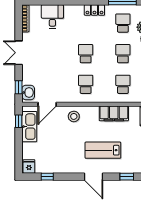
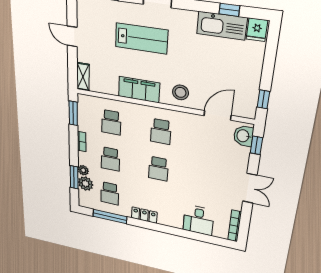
filing cabinet: (114, 113) -> (139, 90), moved
kitchen sink: (29, 127) -> (222, 26), moved, turned -90

